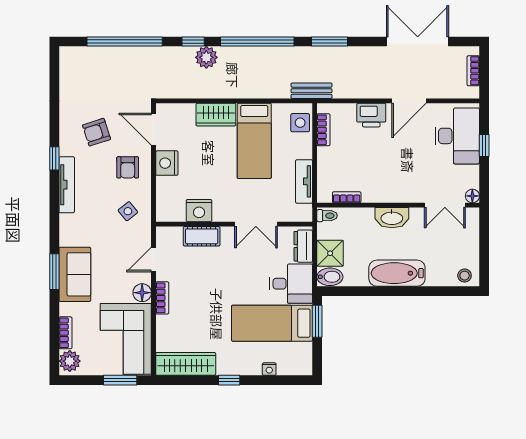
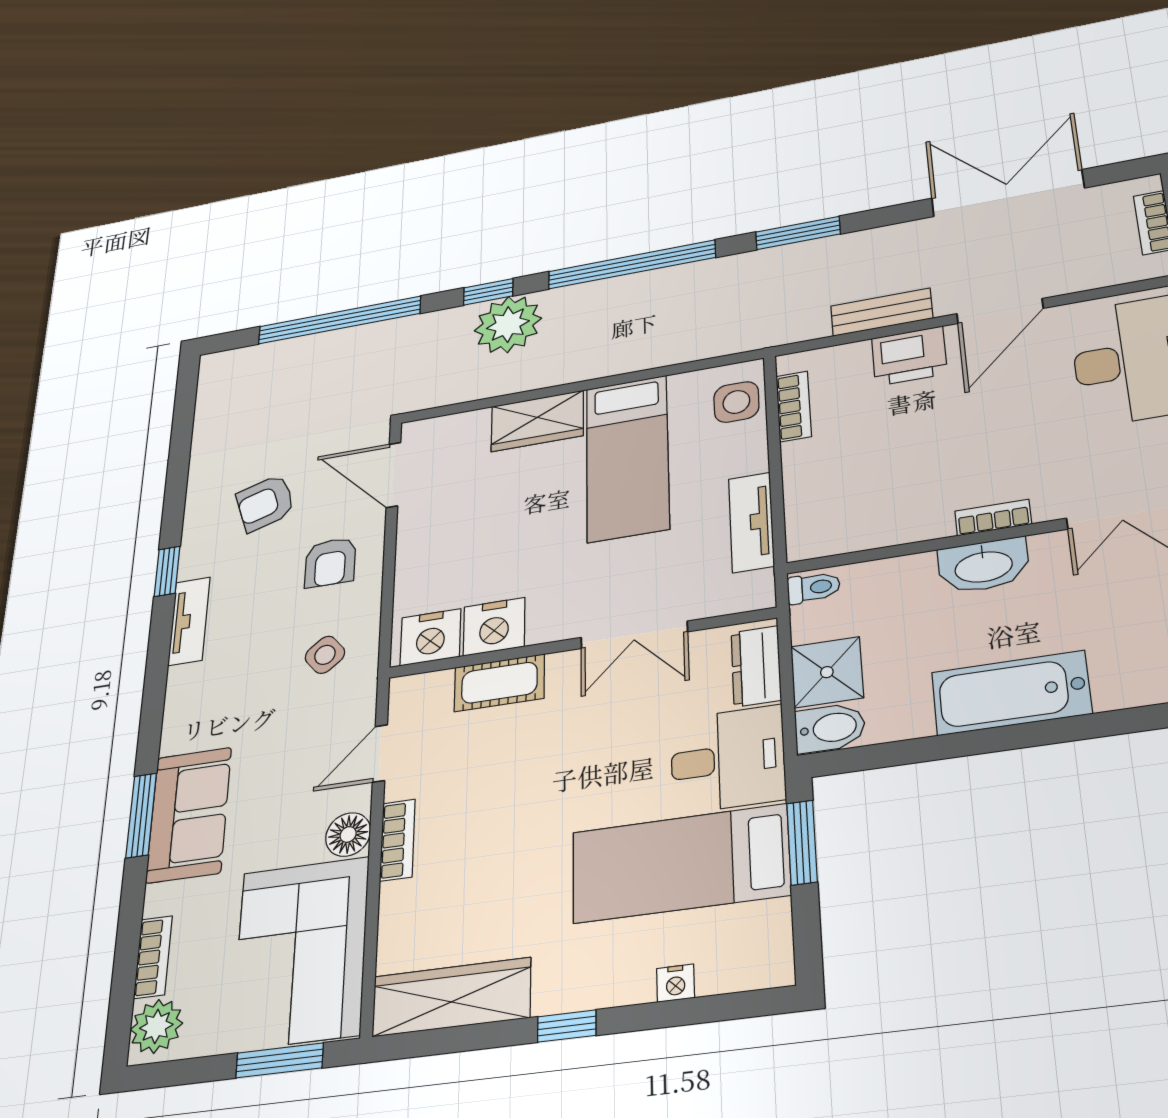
plant: (206, 57) -> (508, 325), width x1.36, depth x1.36
bench: (311, 91) -> (882, 312), moved
nightstand: (167, 163) -> (430, 637), moved, turned -90
tv unit: (67, 185) -> (189, 621), width x0.71
bookcase: (347, 197) -> (993, 518), moved

